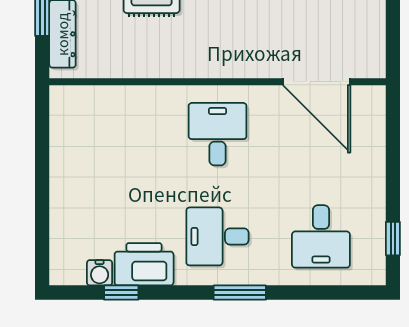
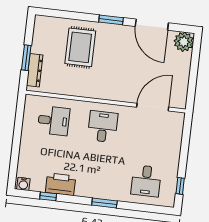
door: (317, 82) -> (153, 107), swing flipped
desk: (218, 236) -> (54, 121), moved, turned 180
water cooler: (100, 273) -> (23, 184), moved

